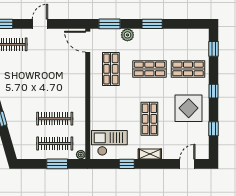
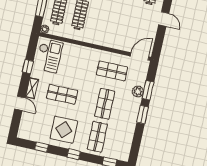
window: (110, 24) -> (148, 90), moved
door: (187, 164) -> (20, 103), moved

